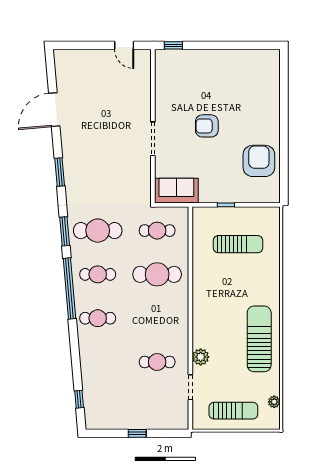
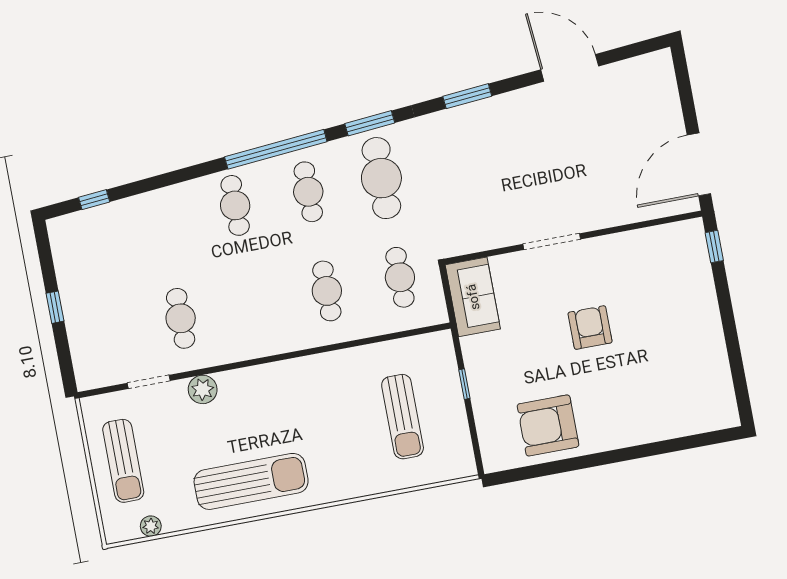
door: (124, 45) -> (699, 164), width x1.87
armchair: (259, 161) -> (548, 425), turned 180
cafe table: (157, 274) -> (327, 291), width x0.73, depth x0.74

